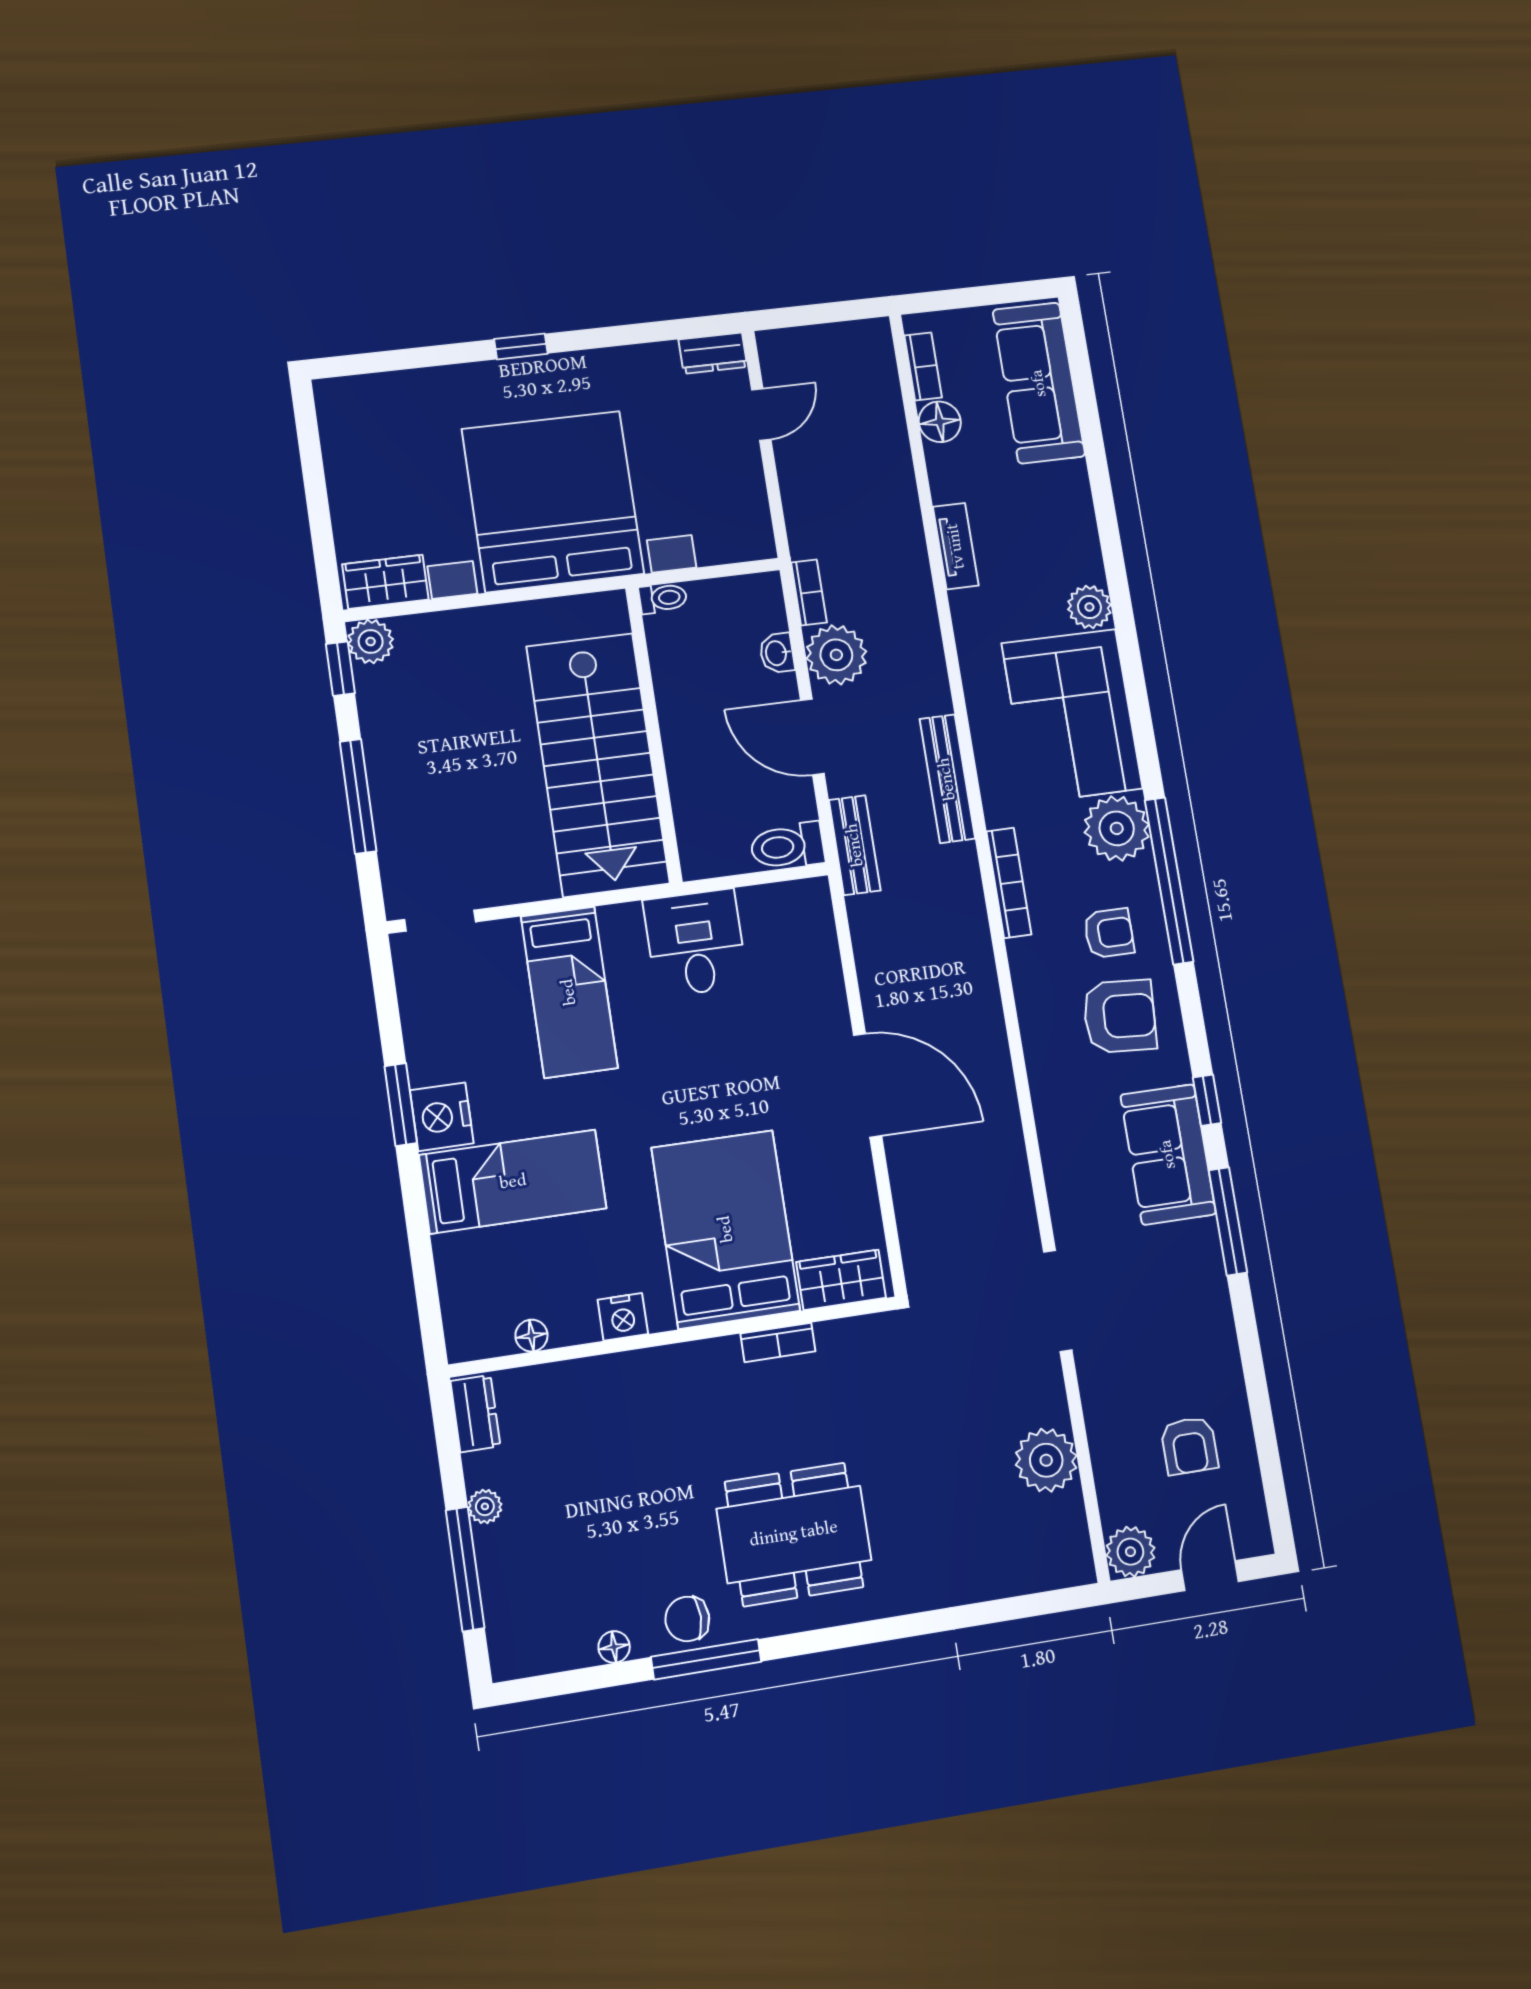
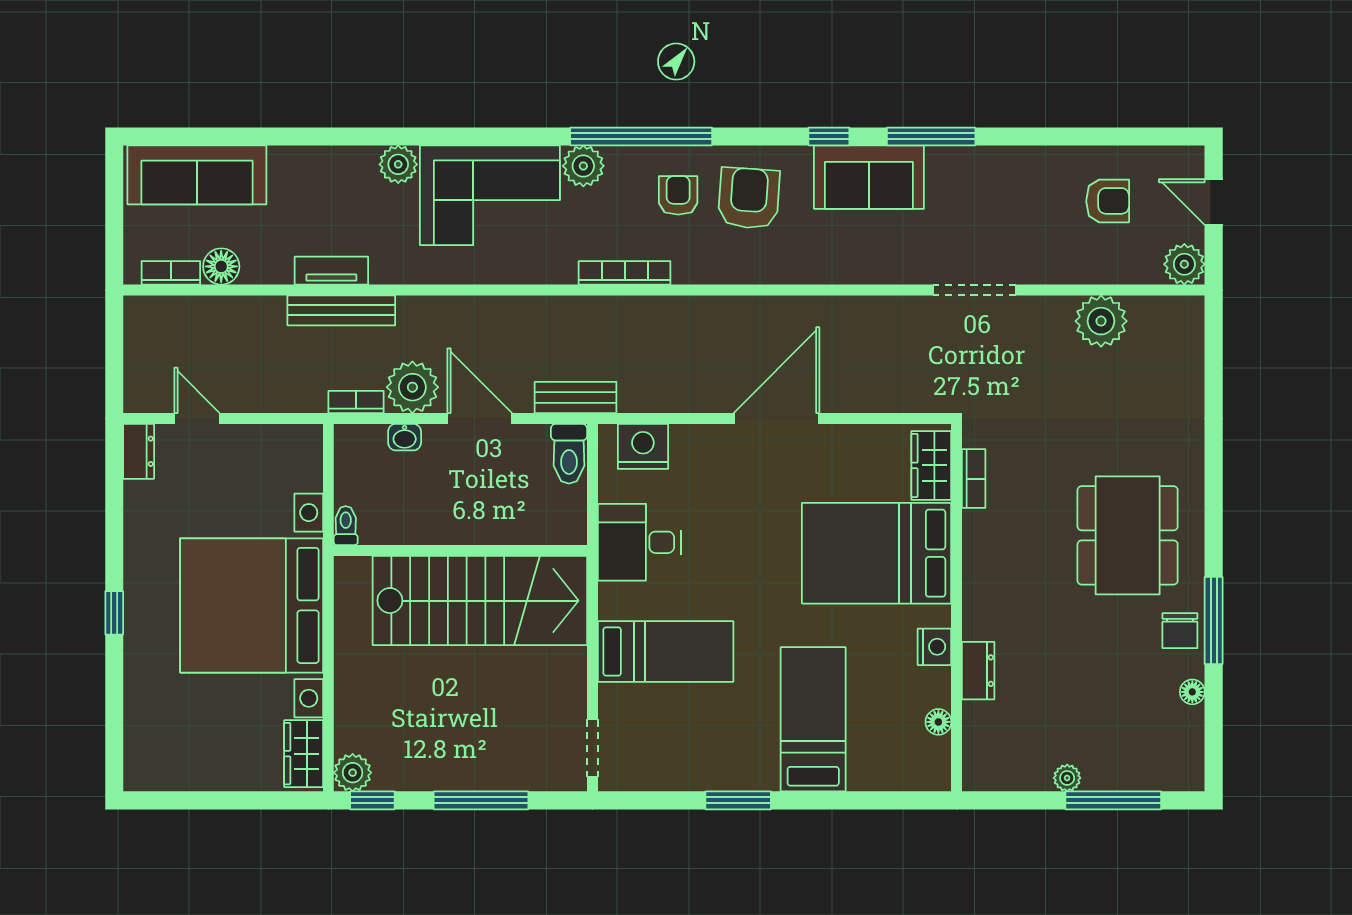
door: (812, 737) -> (480, 418), swing flipped
bench: (947, 779) -> (341, 310), moved
plant: (1117, 828) -> (583, 166), width x0.73, depth x0.73
nightstand: (442, 1117) -> (643, 446), moved, turned 180
bookcase: (778, 1342) -> (974, 479), moved
dresser: (475, 1414) -> (978, 671), moved, turned 90

